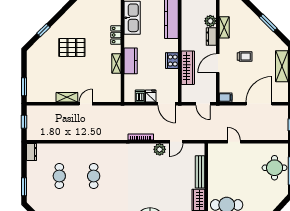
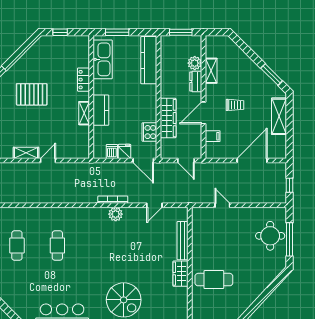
window: (268, 23) -> (272, 75), moved
cooker: (172, 61) -> (149, 132), moved
filing cabinet: (226, 97) -> (213, 136), moved
plant: (160, 149) -> (116, 214), moved

